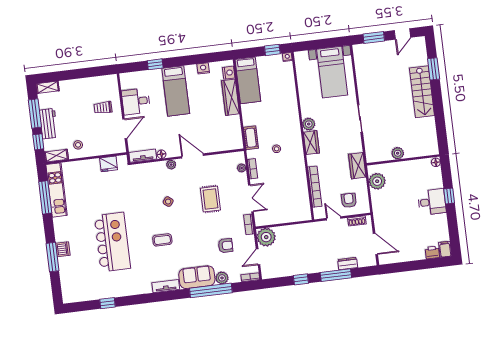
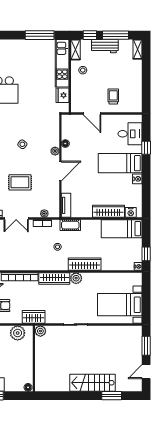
door: (402, 34) -> (146, 372), hinge flipped
nightstand: (203, 68) -> (137, 179), moved
desk: (136, 101) -> (130, 134), moved, turned 90
wardrobe: (292, 117) -> (85, 264), added
wardrobe: (311, 143) -> (54, 279), width x1.50
plant: (398, 153) -> (40, 331), moved
tv unit: (143, 156) -> (66, 205), moved
kitchen unit: (57, 190) -> (62, 63), moved, turned 90

